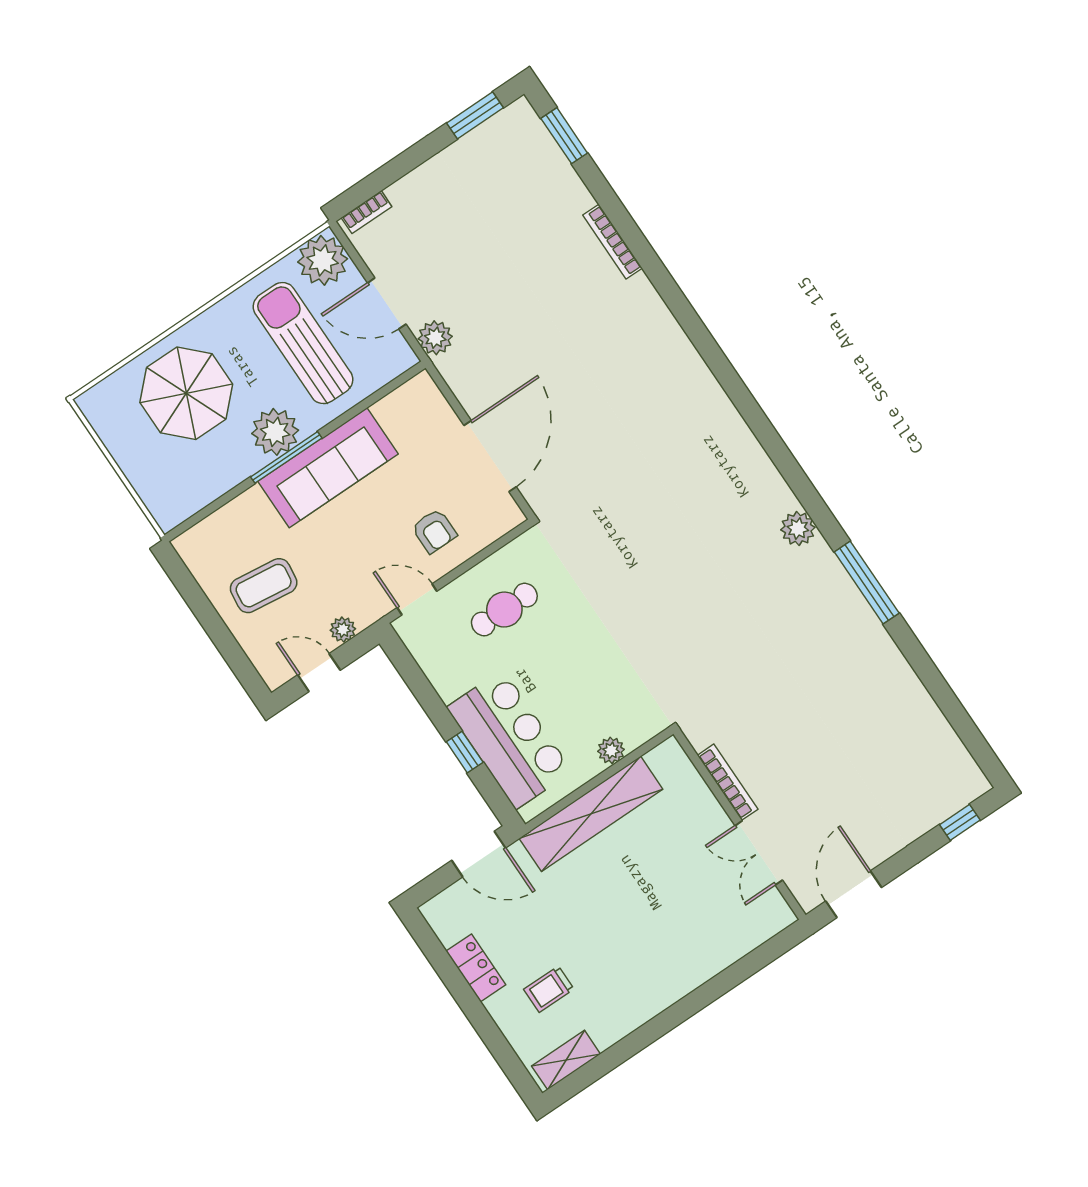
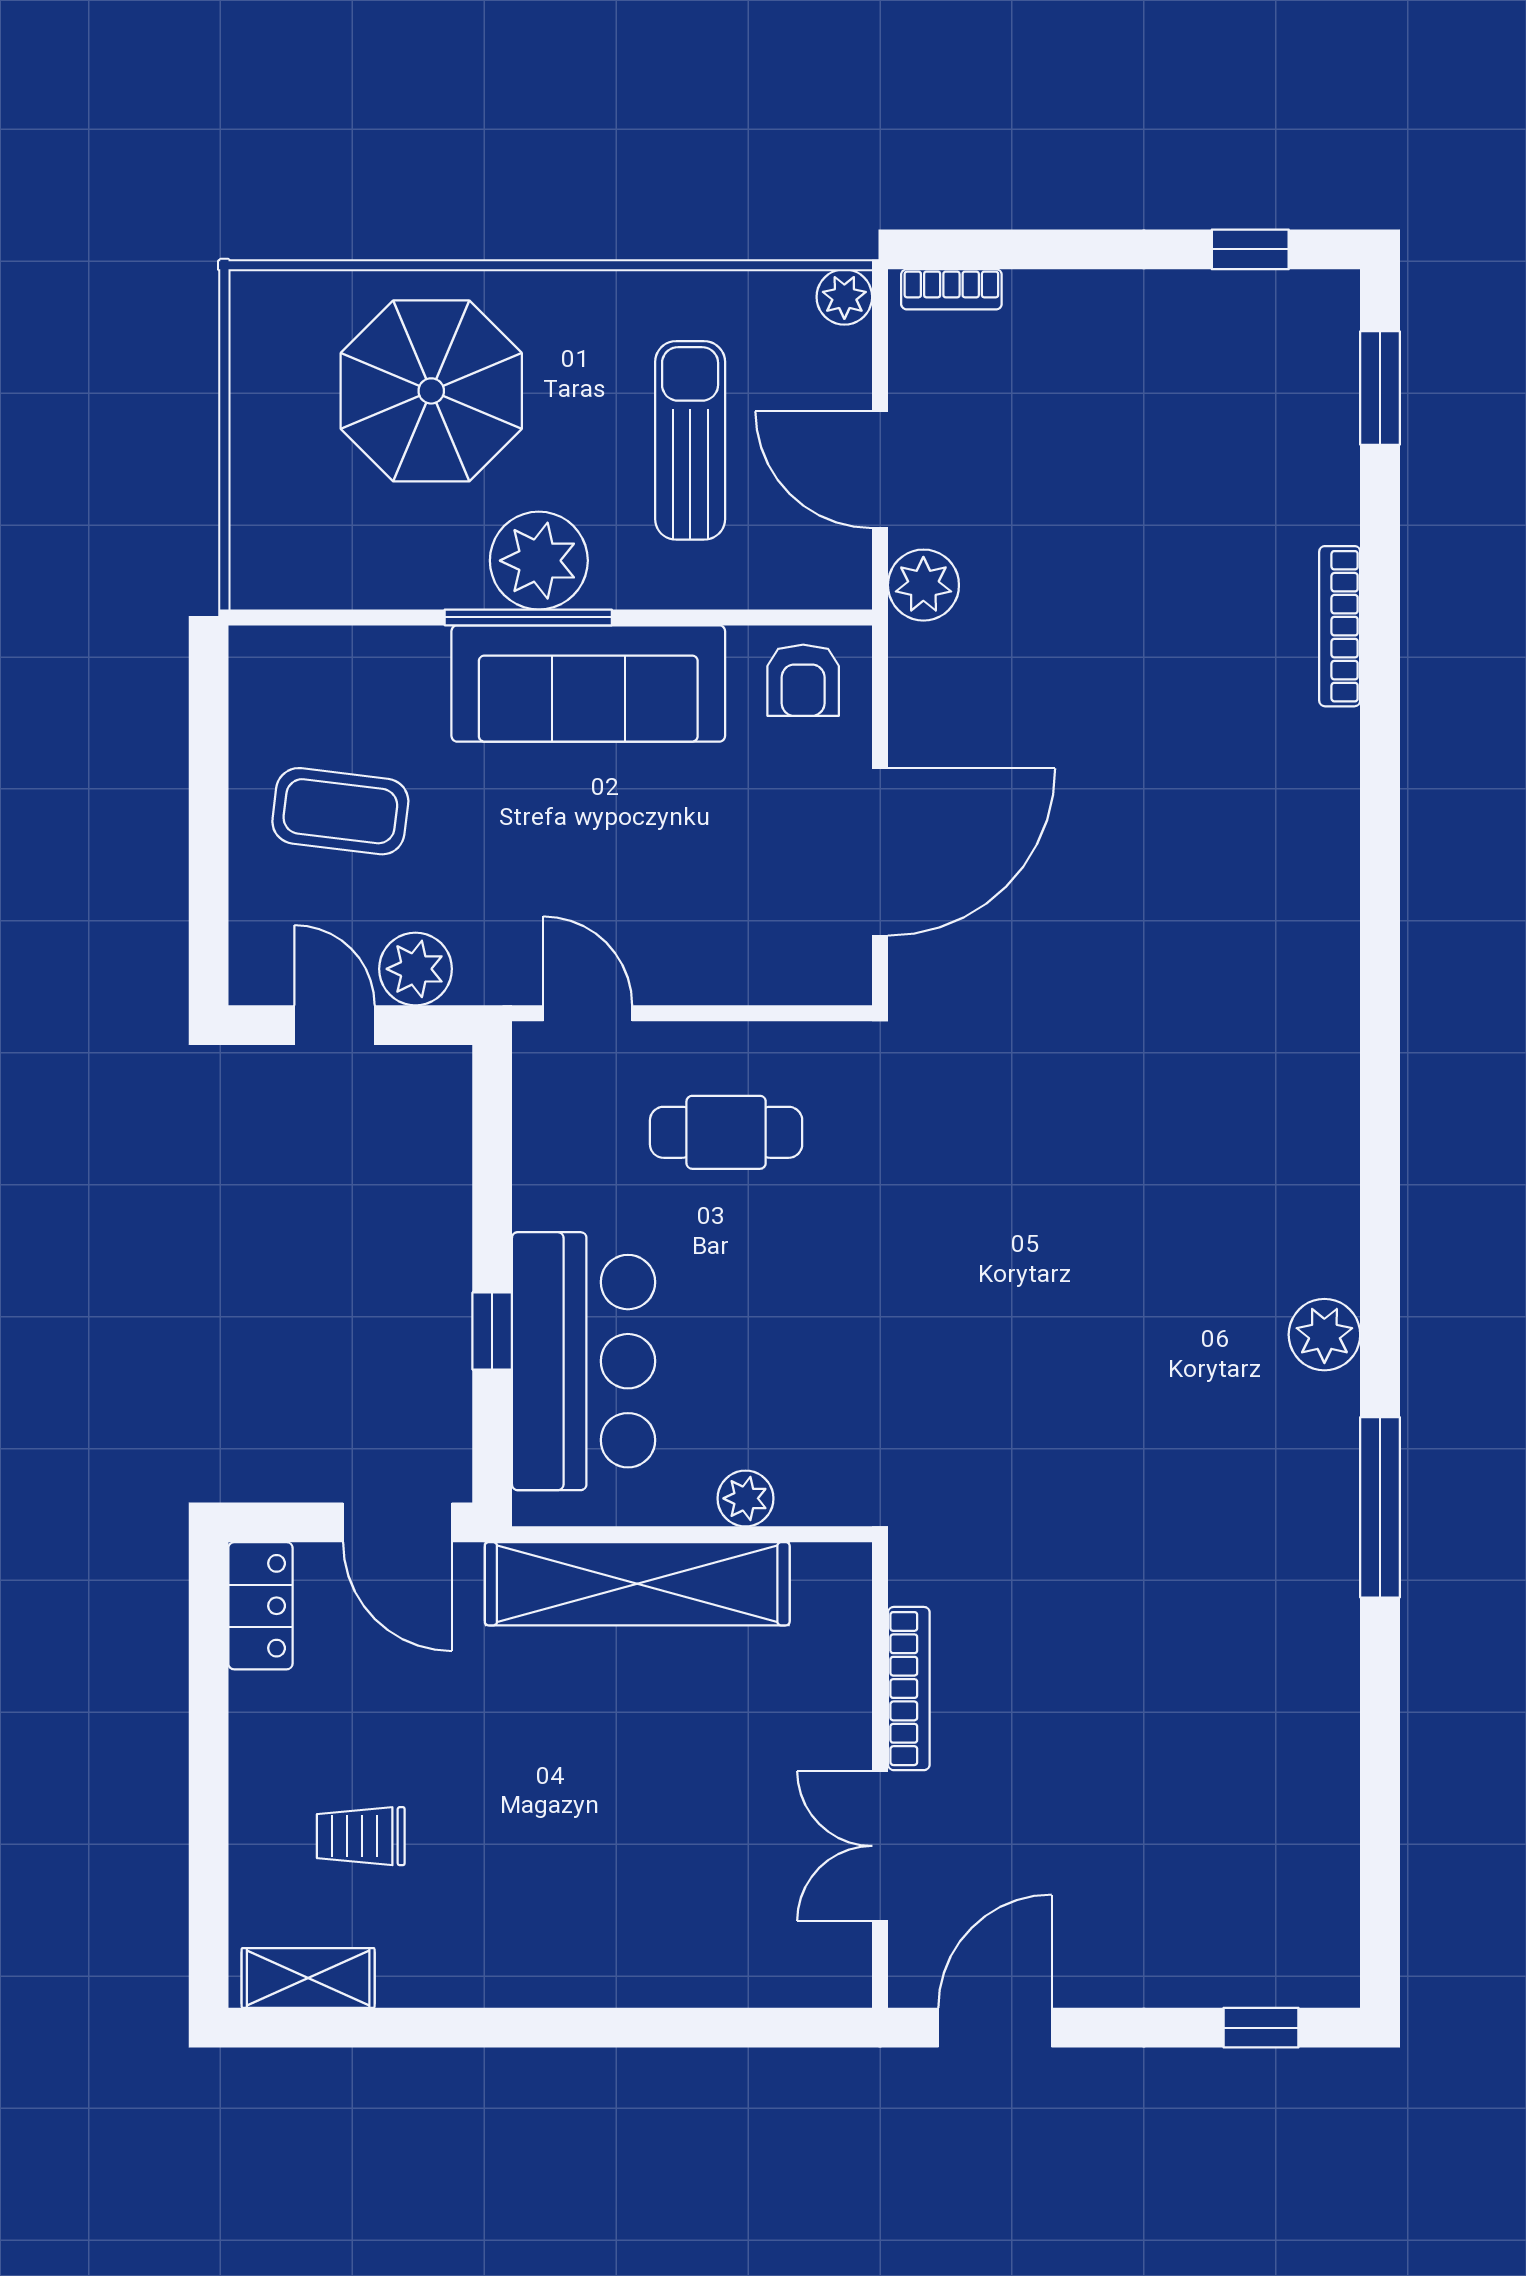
window: (475, 115) -> (1250, 249), width x0.67
plant: (323, 260) -> (844, 297), width x0.53, depth x0.53
sun lounger: (303, 343) -> (690, 440), width x0.73, depth x0.75
armchair: (434, 531) -> (803, 680), moved
plant: (343, 630) -> (415, 969), width x1.38, depth x1.38
locker: (476, 968) -> (260, 1606), moved

